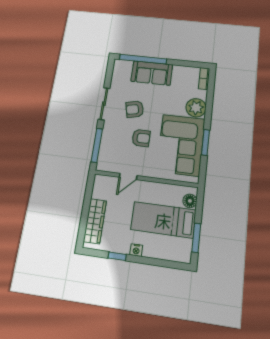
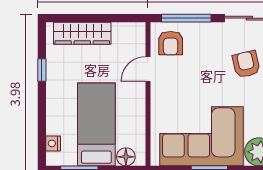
armchair: (141, 138) -> (171, 43), moved
door: (128, 176) -> (148, 69), hinge flipped
nightstand: (136, 250) -> (53, 143), moved

